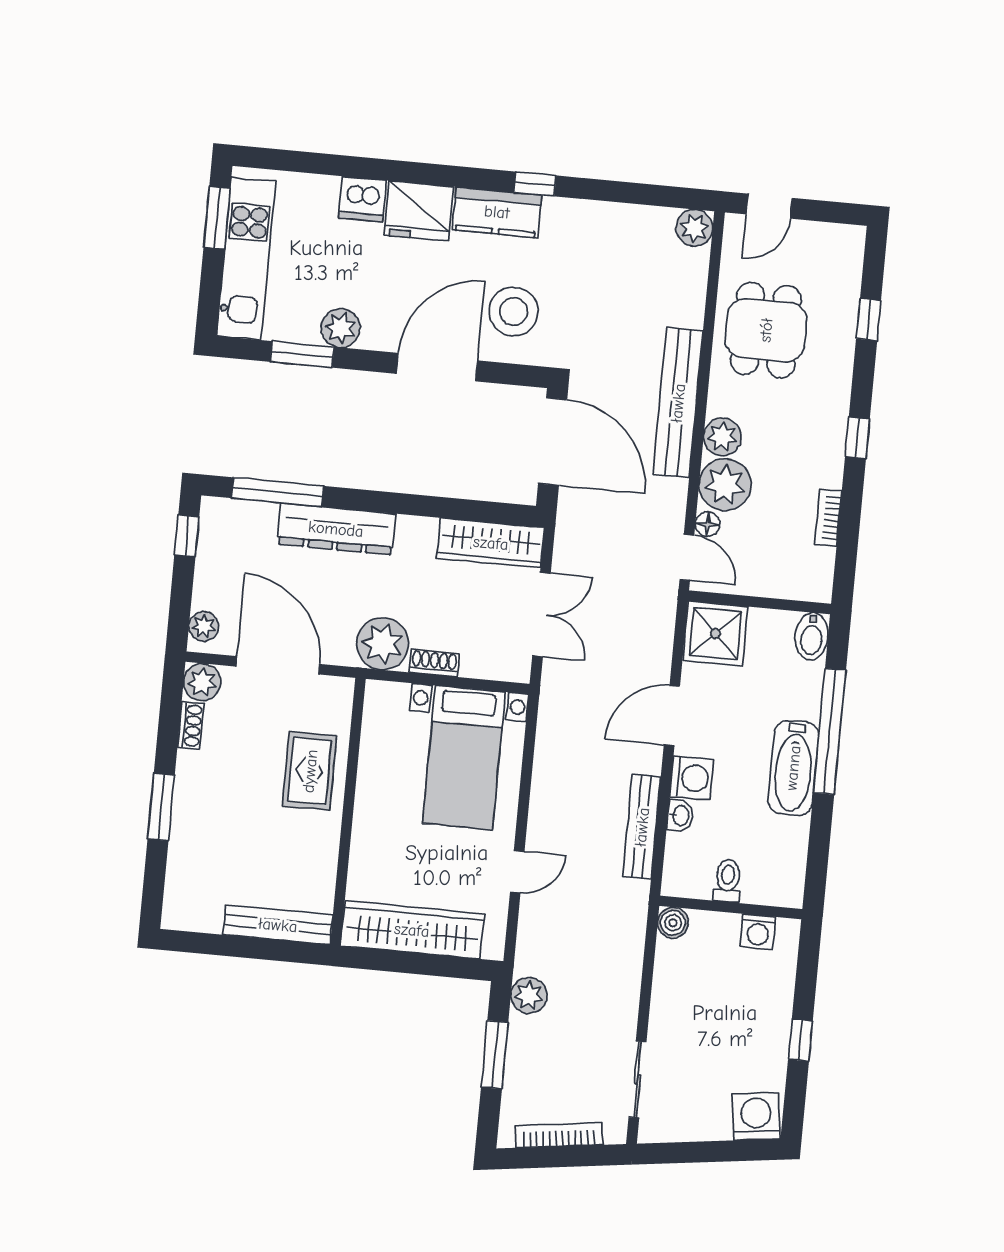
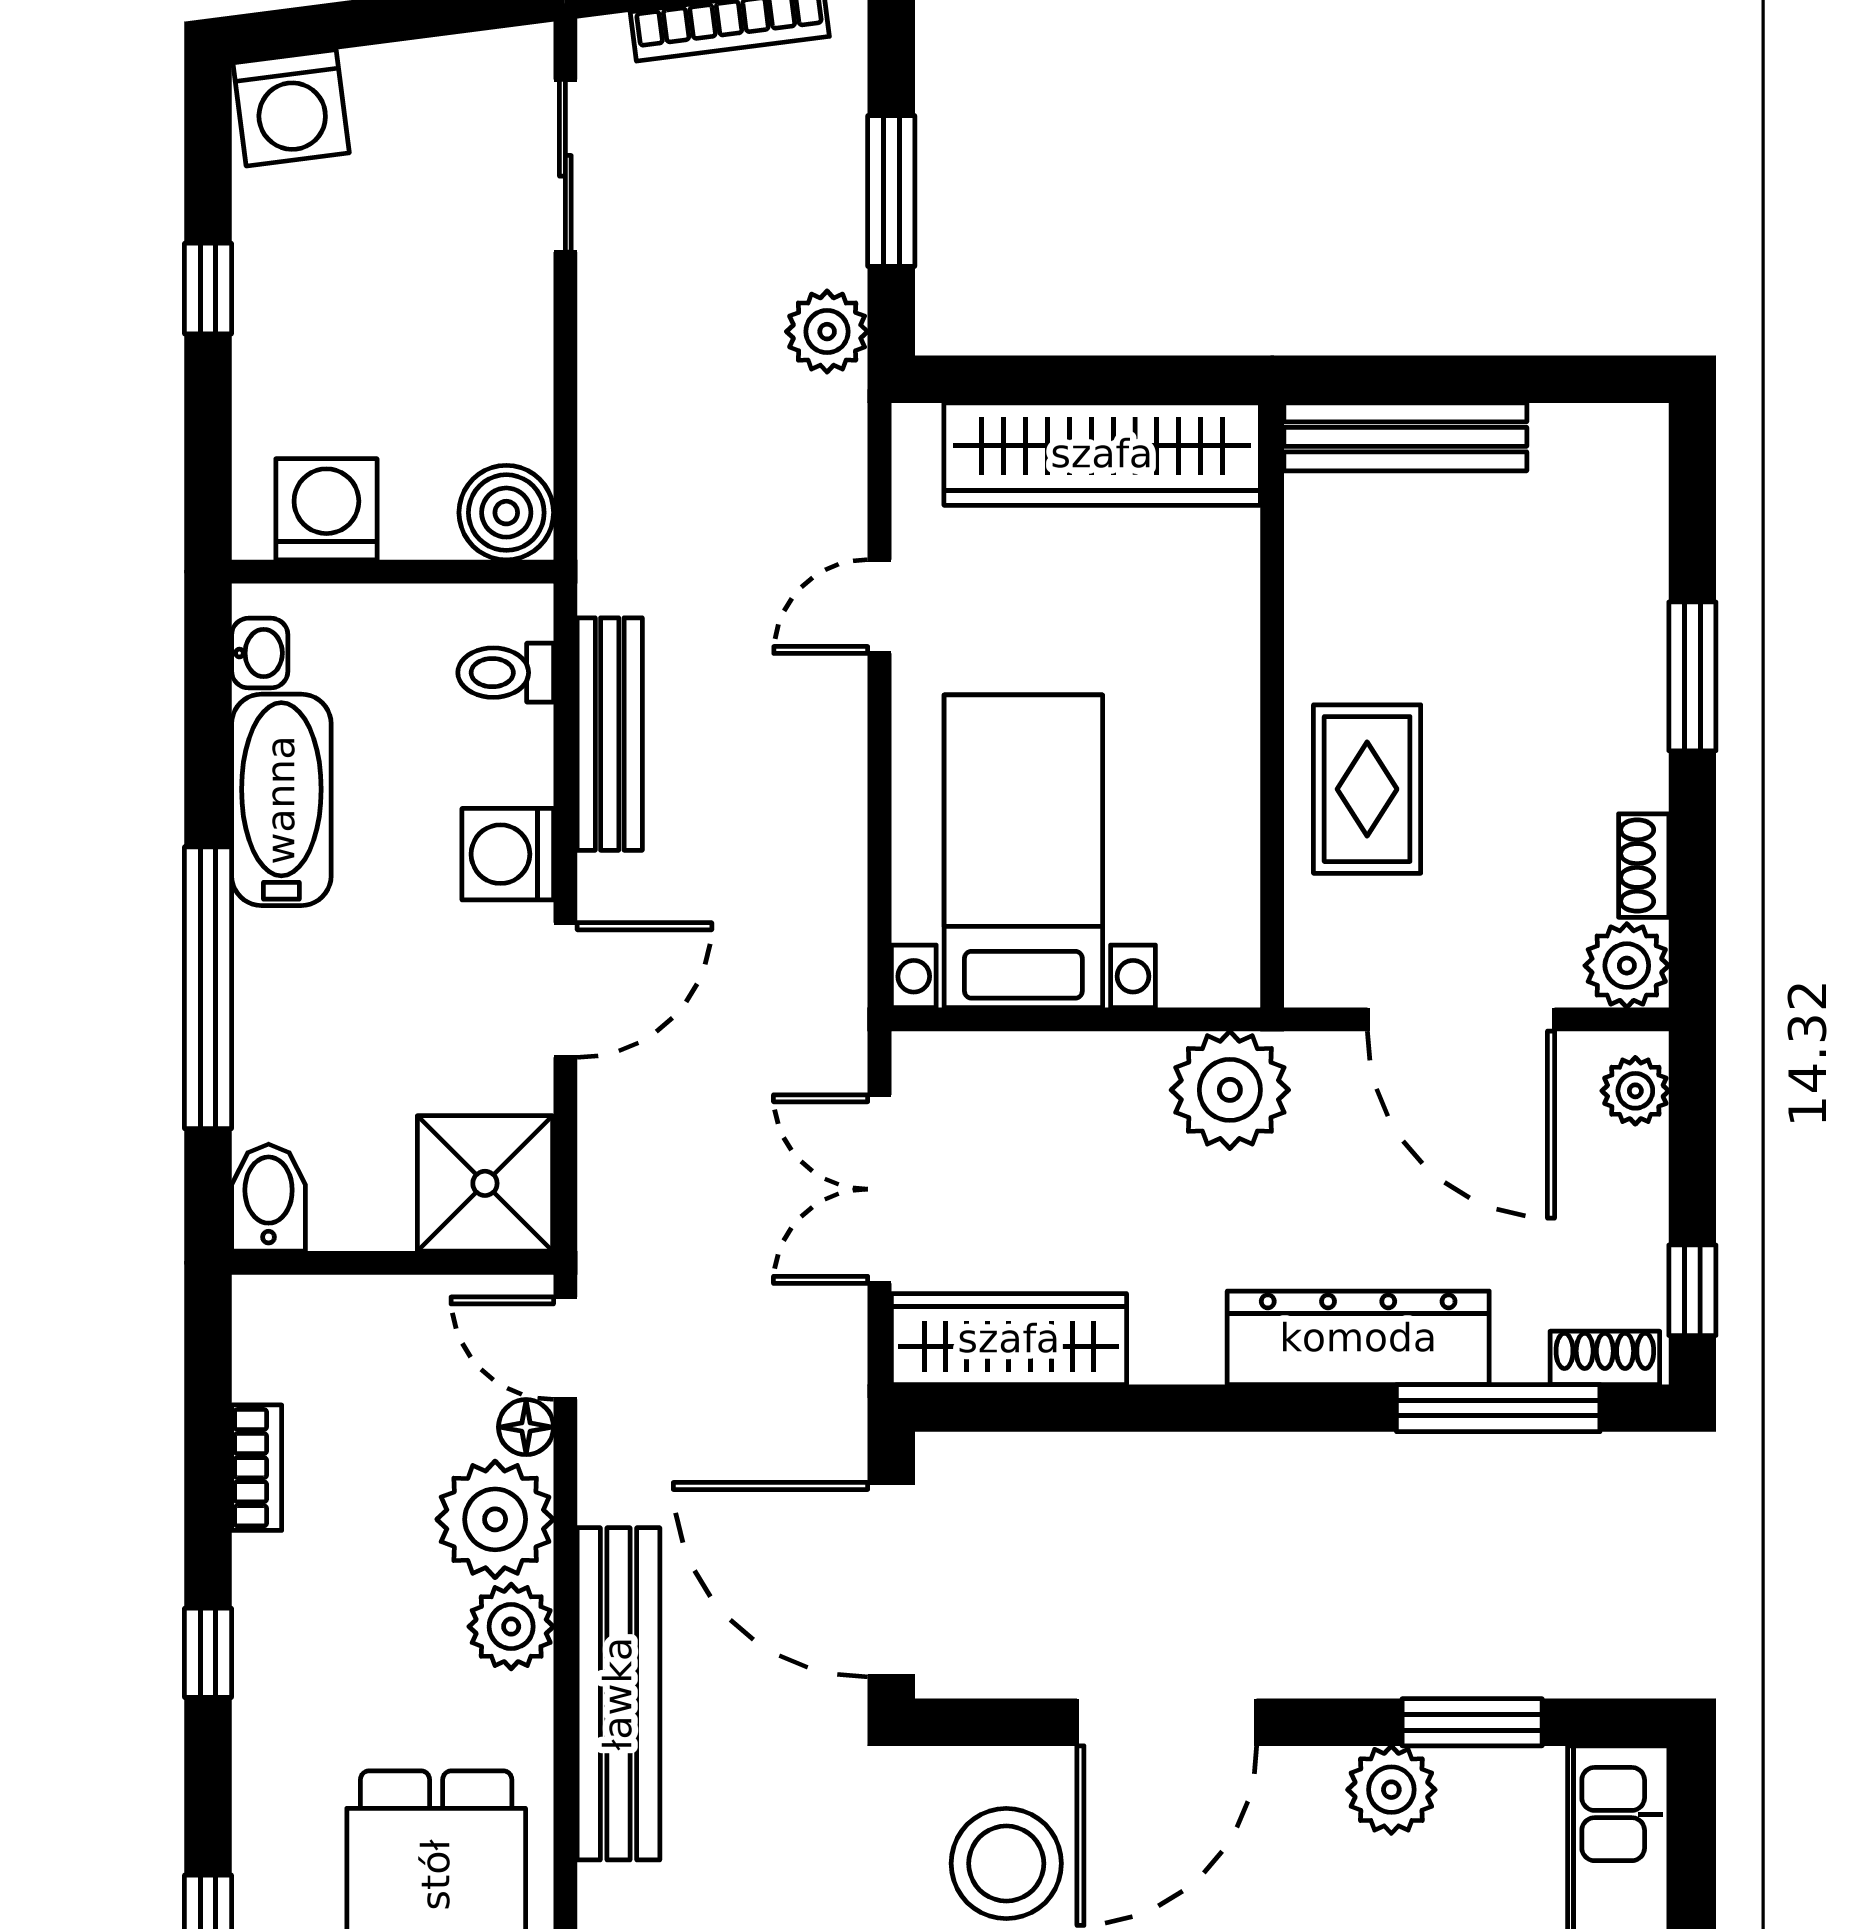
shoe rack: (434, 663) -> (1605, 1358), moved, turned 180
bathtub: (793, 768) -> (281, 800), moved
washbasin: (680, 816) -> (260, 653), moved, turned 180
toilet: (728, 881) -> (506, 673), moved, turned 90
boiler: (673, 923) -> (506, 513), width x1.36, depth x1.36
washing machine: (758, 932) -> (326, 509), width x1.38, depth x1.38

